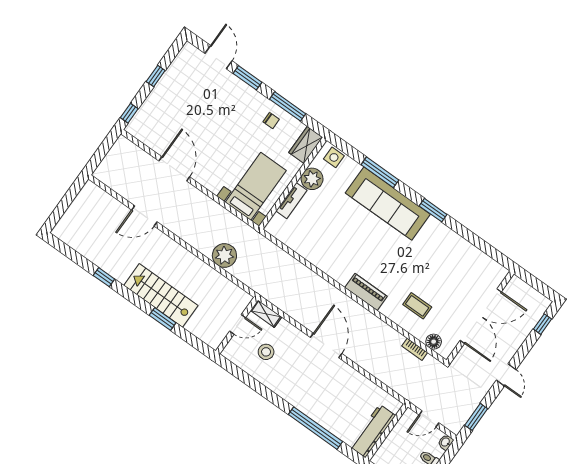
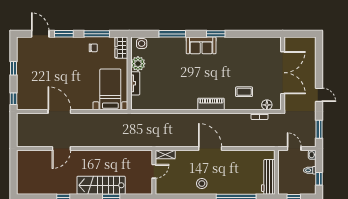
sofa: (388, 204) -> (201, 45), width x0.54, depth x0.79
plant: (224, 255) -> (120, 139), removed
window: (542, 324) -> (319, 53), removed
stool: (266, 352) -> (202, 184), moved
door: (429, 419) -> (294, 149), swing flipped

